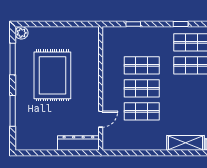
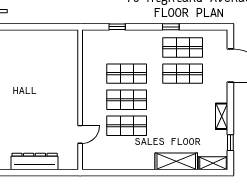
rug: (52, 75) -> (26, 85), removed
dresser: (78, 143) -> (35, 161), moved

